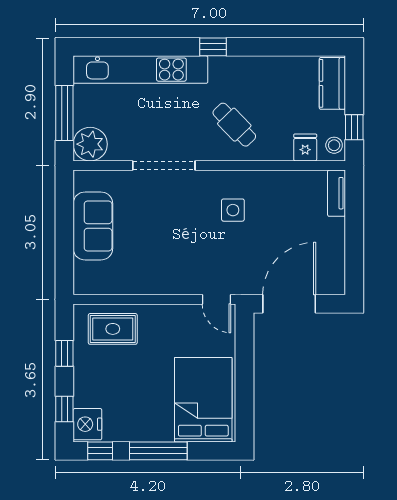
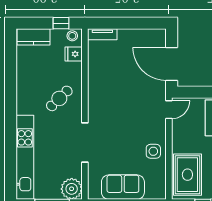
window: (213, 47) -> (11, 112), removed
side table: (233, 210) -> (153, 151), moved
rug: (113, 329) -> (187, 175), width x1.36, depth x1.43

